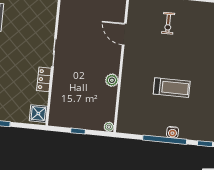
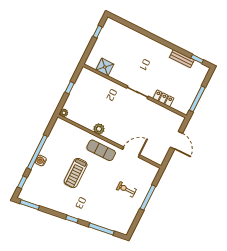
exercise mat: (135, 69) -> (101, 150), added
locker: (44, 79) -> (163, 98), moved
shower: (38, 114) -> (105, 67), moved

